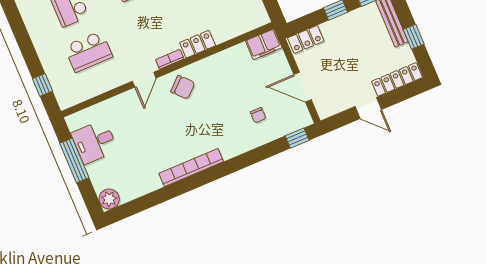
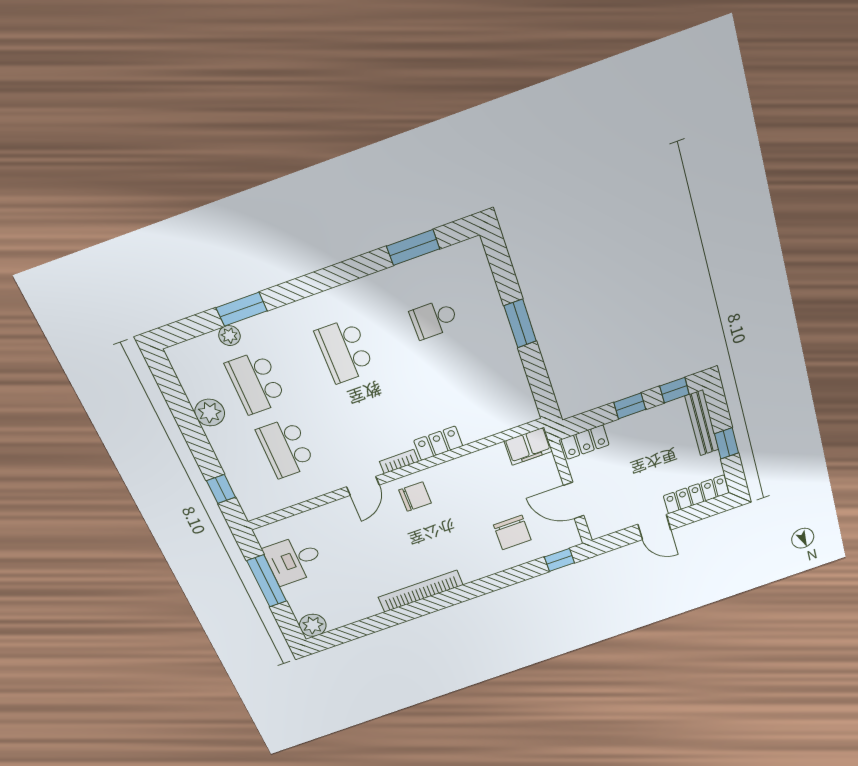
plant: (36, 26) -> (210, 413), added
school desk: (88, 52) -> (286, 448), turned 90
chair: (183, 87) -> (415, 497), turned -47
chair: (258, 115) -> (512, 532), width x1.87, depth x1.87

